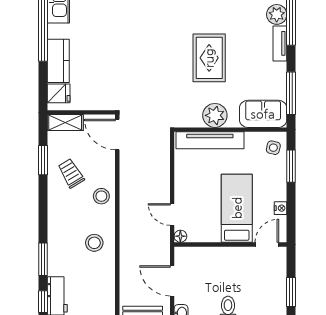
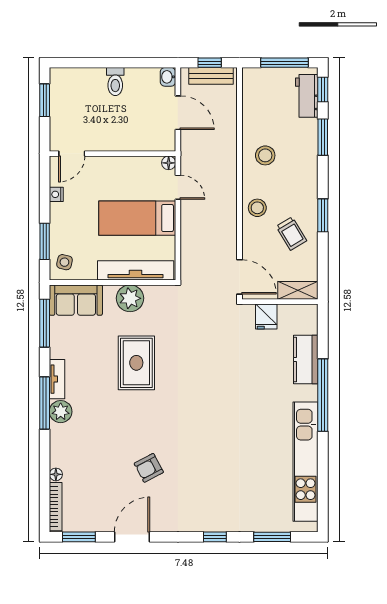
fridge: (59, 93) -> (266, 317), moved, turned -90
window: (43, 160) -> (323, 215), moved
bed: (237, 208) -> (137, 218), moved, turned 90

